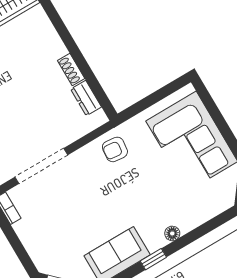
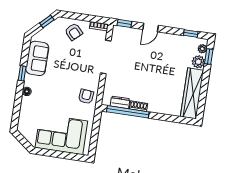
window: (90, 78) -> (128, 112), added
armchair: (43, 236) -> (74, 32), added

